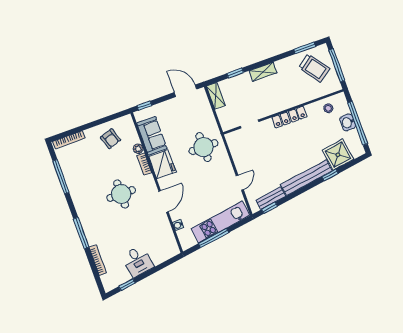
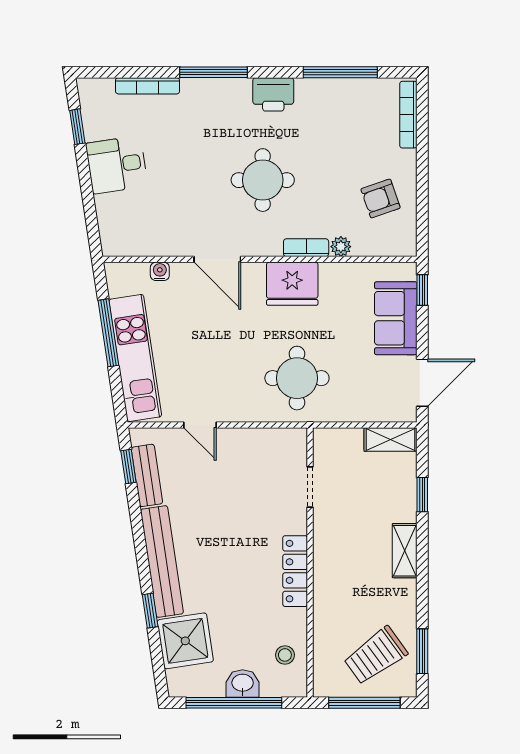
sofa: (152, 136) -> (396, 318), moved, turned 90
printer: (81, 203) -> (273, 94), added

